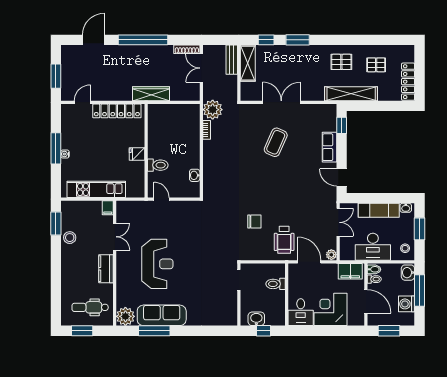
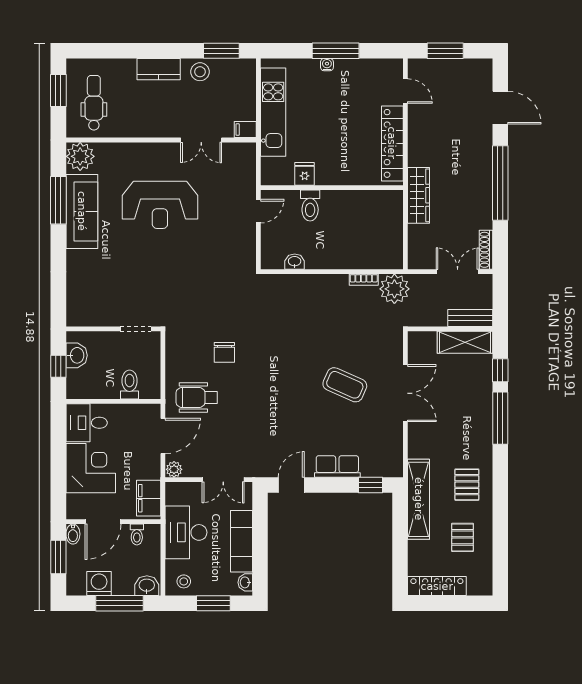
window: (298, 40) -> (500, 418), width x1.44
fridge: (137, 154) -> (305, 174), moved
kitchen counter: (106, 269) -> (159, 69), moved, turned 180
bidet: (374, 269) -> (73, 534), moved

